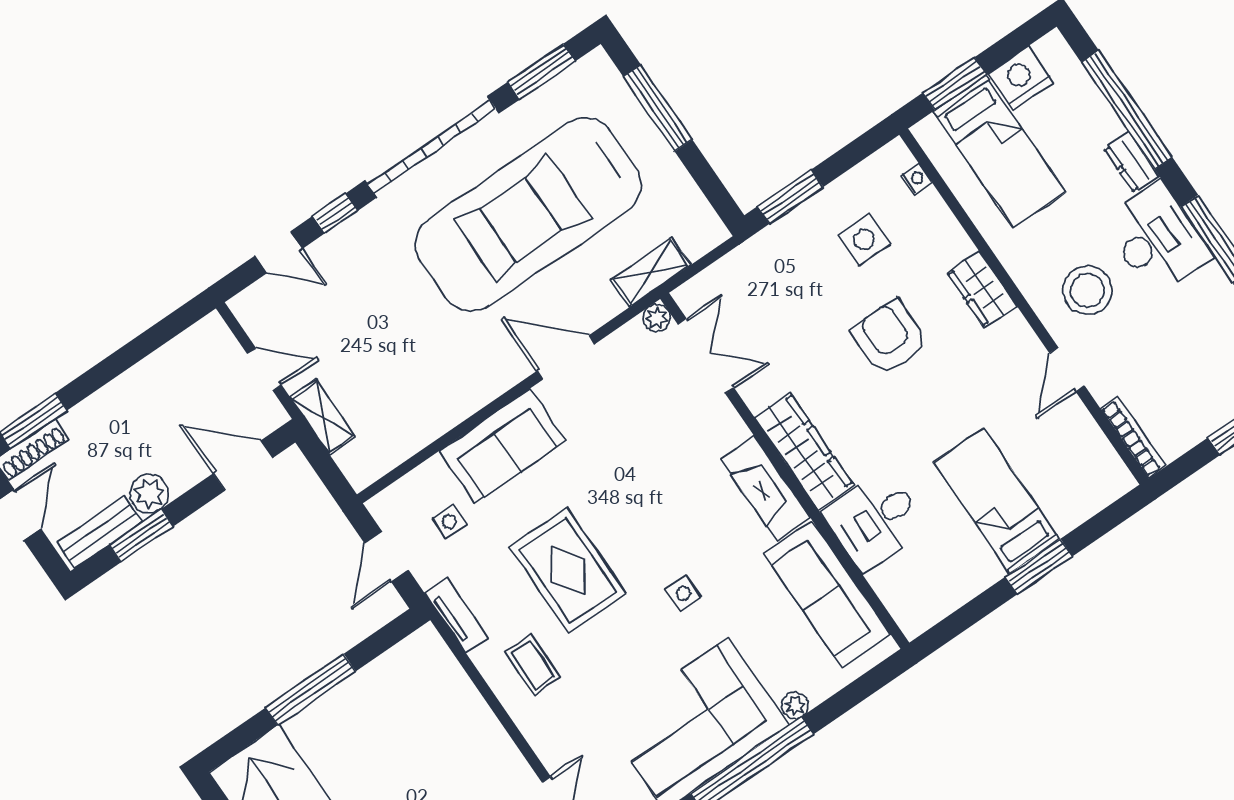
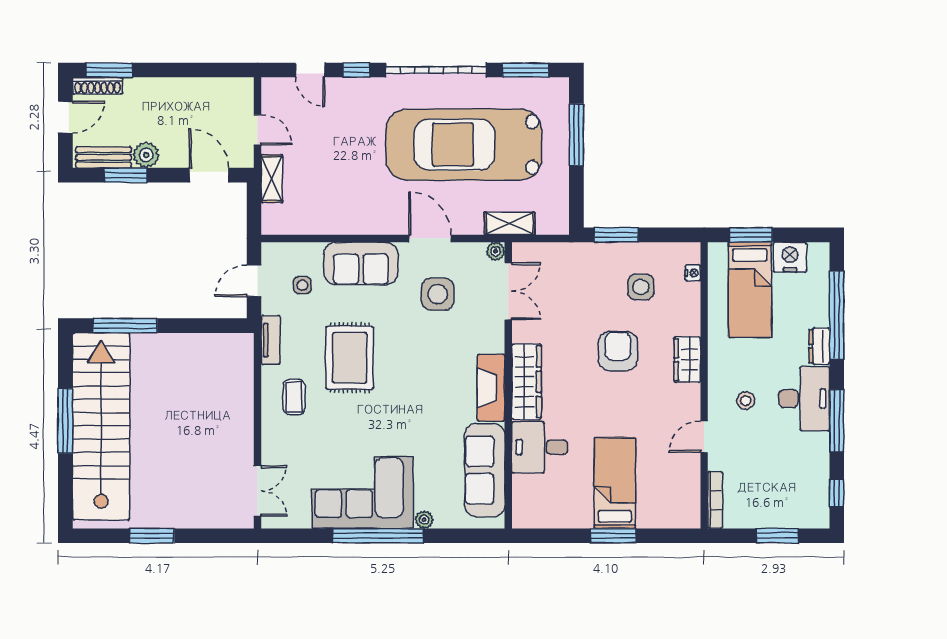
stool: (1087, 290) -> (746, 401), width x0.53, depth x0.53
side table: (683, 593) -> (438, 294), moved, width x1.87, depth x1.87
window: (311, 689) -> (125, 326), moved

